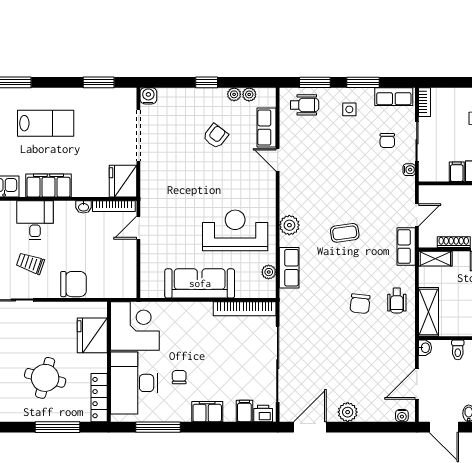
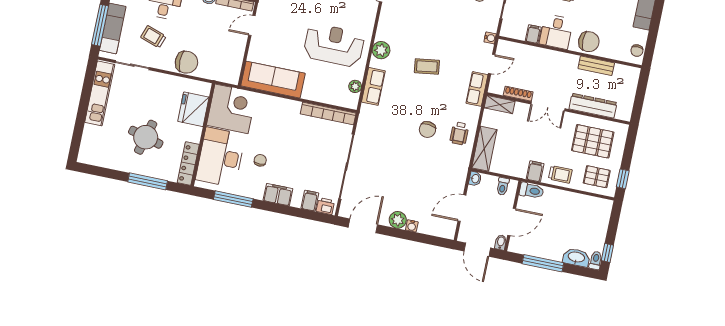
water cooler: (409, 170) -> (490, 38), moved
sofa: (200, 283) -> (273, 80), moved
water cooler: (402, 416) -> (412, 226), moved

